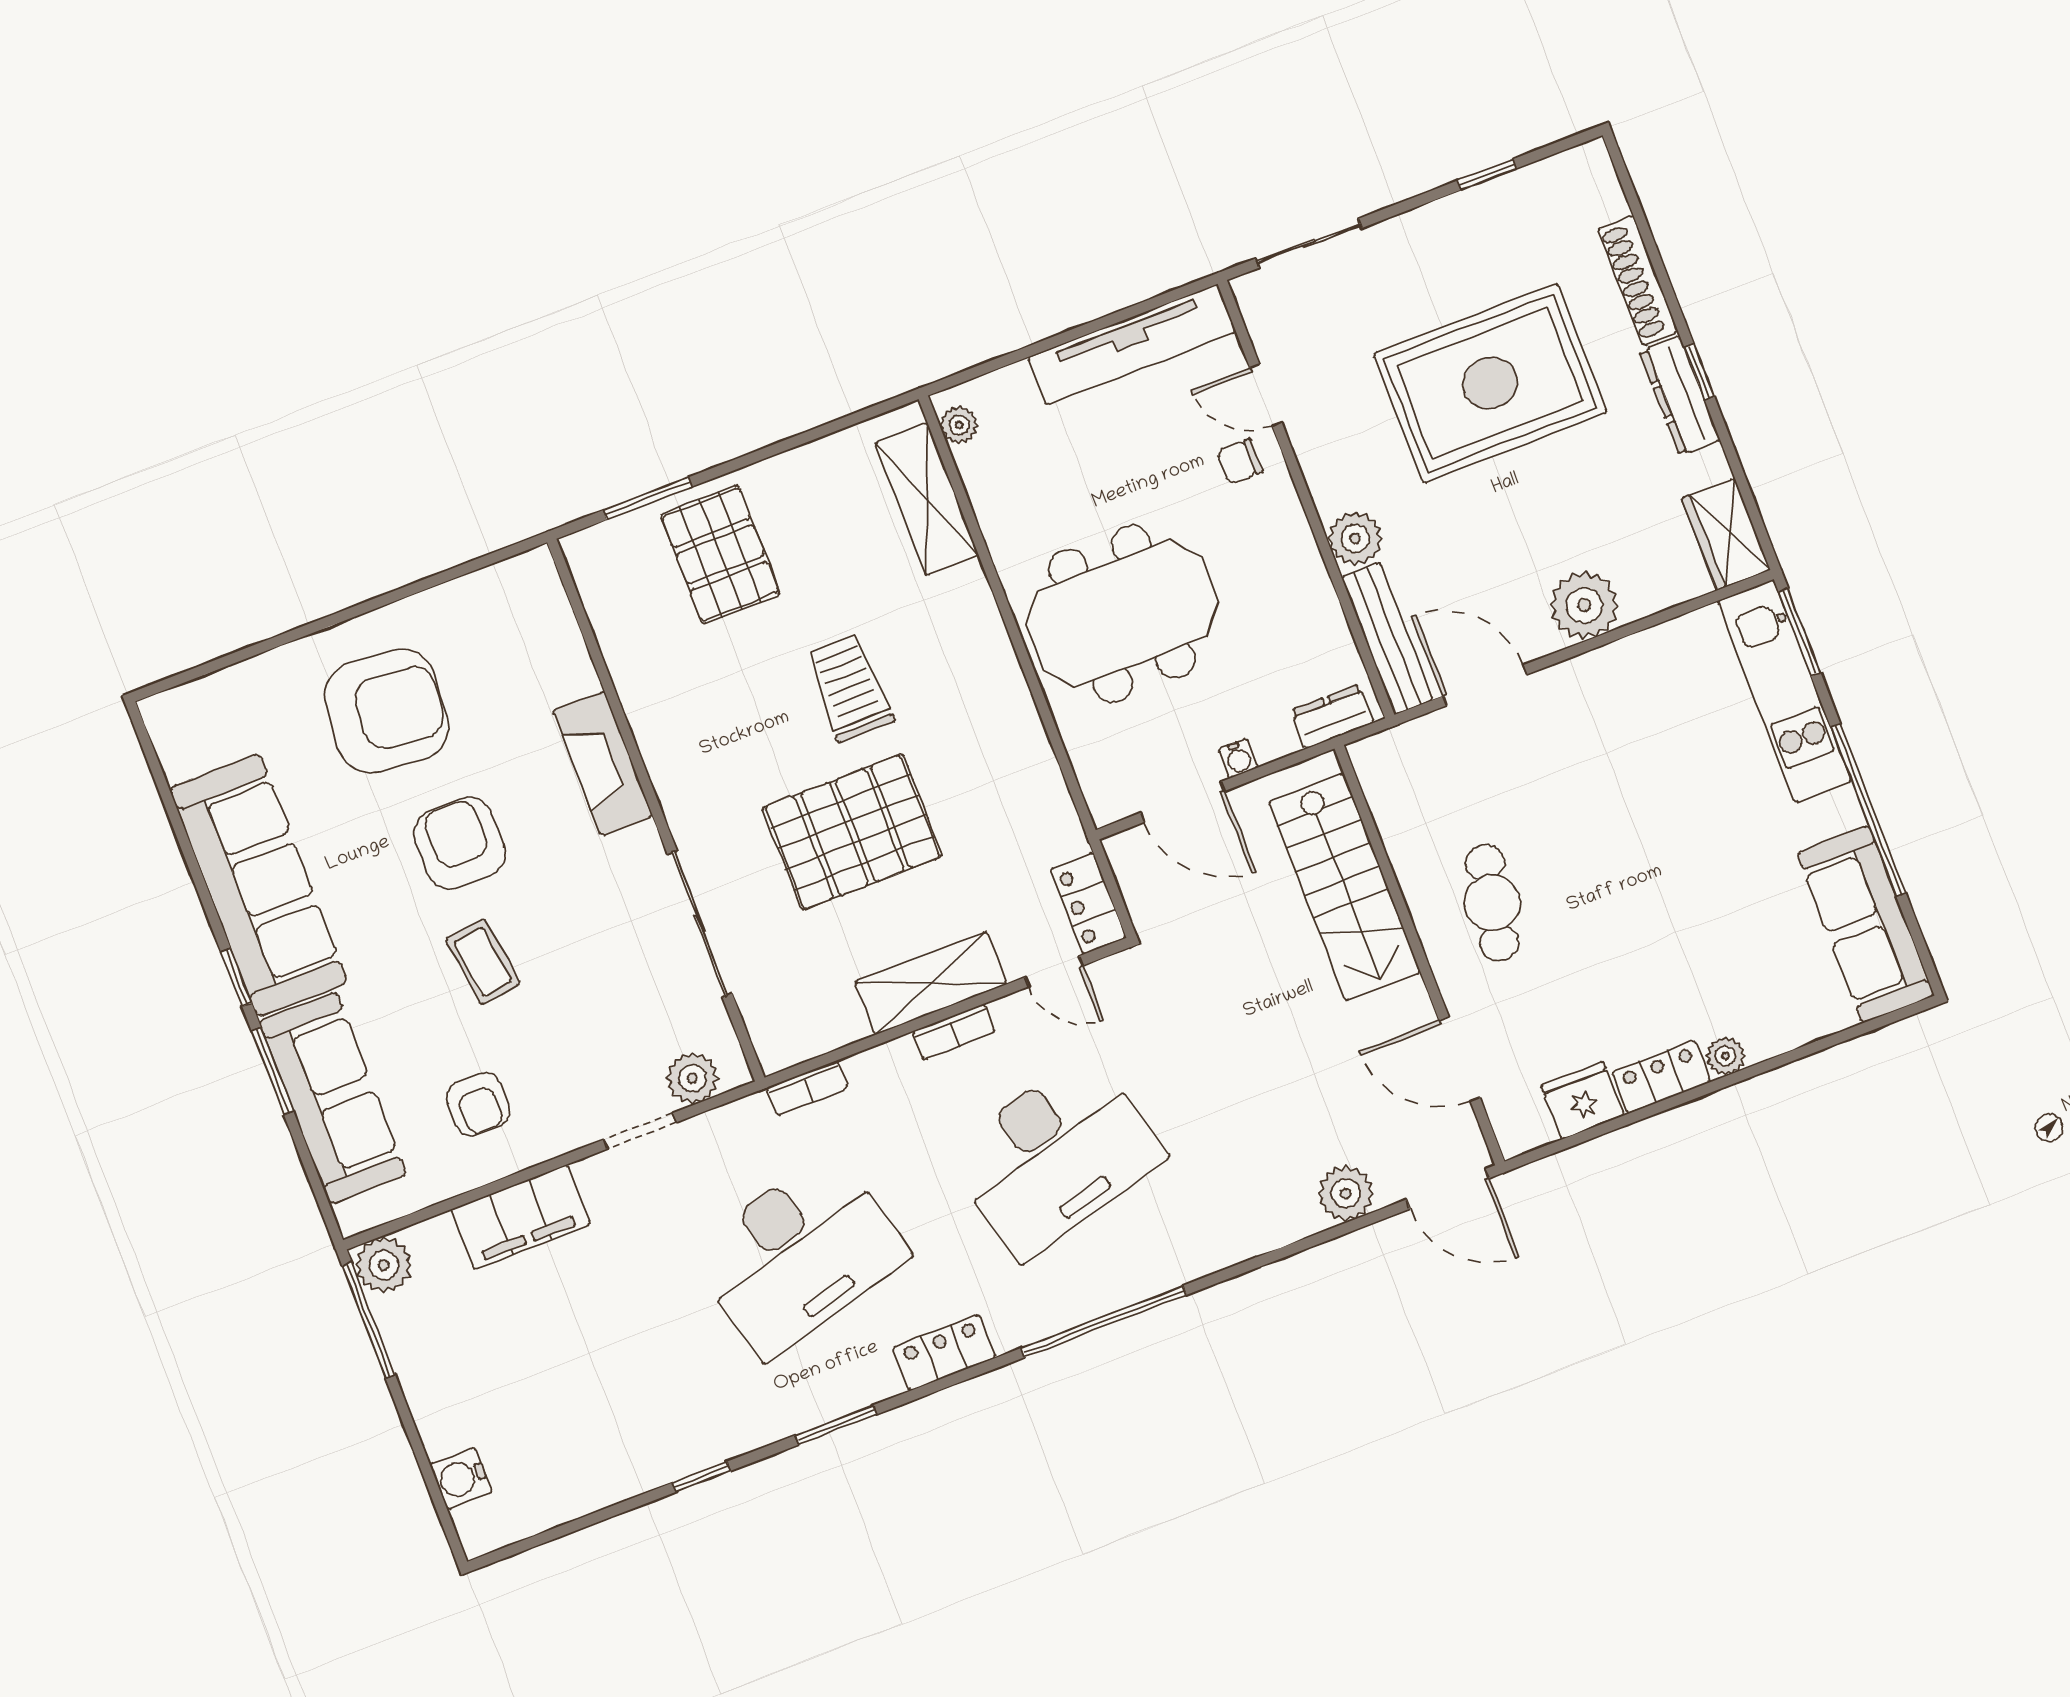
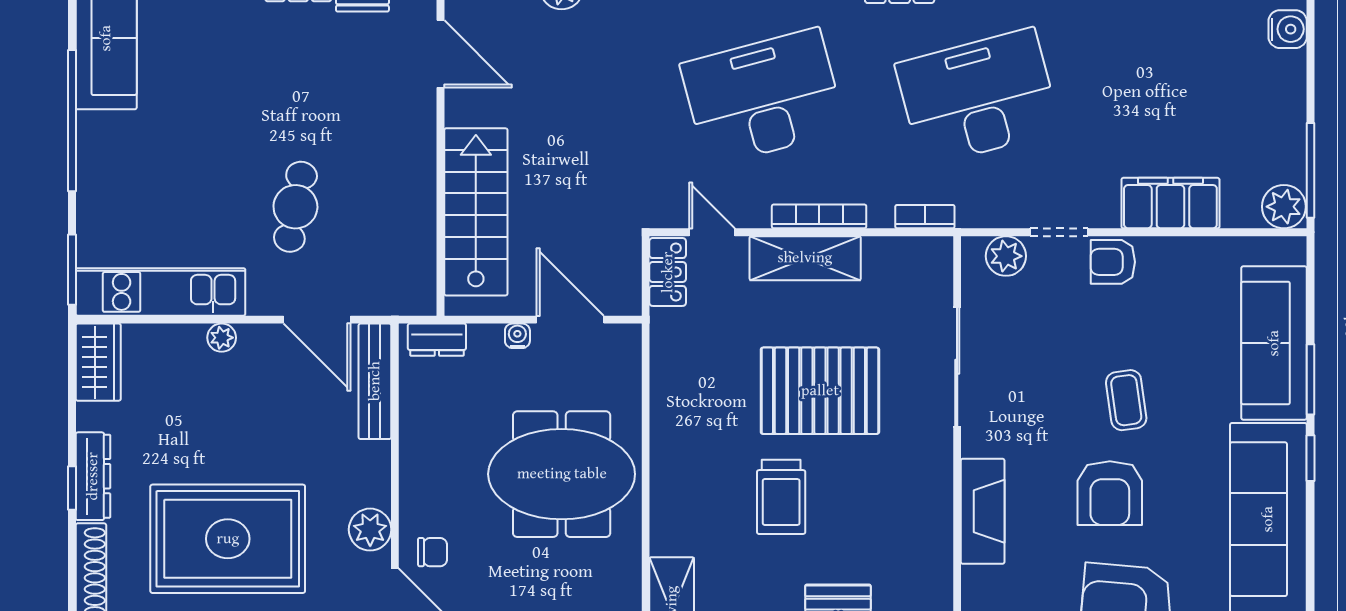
plant: (1355, 539) -> (370, 530), moved
plant: (1584, 605) -> (222, 338), width x0.53, depth x0.53
kitchen unit: (1784, 691) -> (160, 292), moved, turned -90
cafe table: (1492, 903) -> (295, 207), moved
bookcase: (954, 1032) -> (819, 216), width x1.56
armchair: (478, 1104) -> (1113, 262), moved, turned -90

